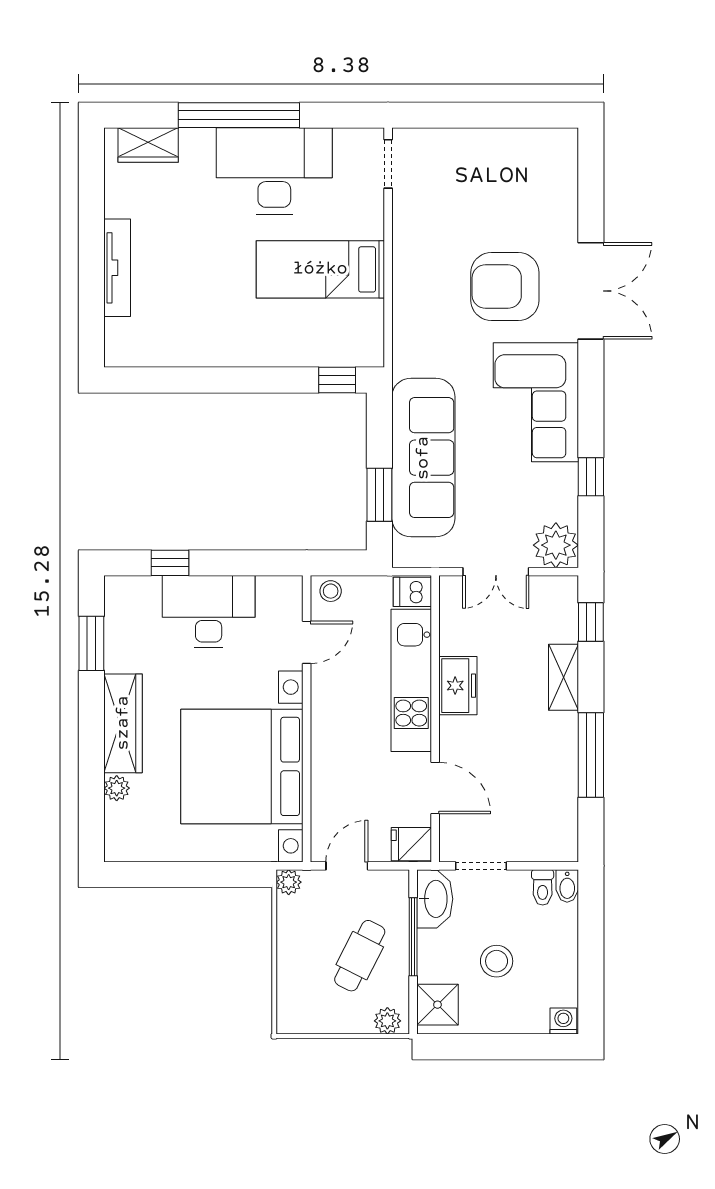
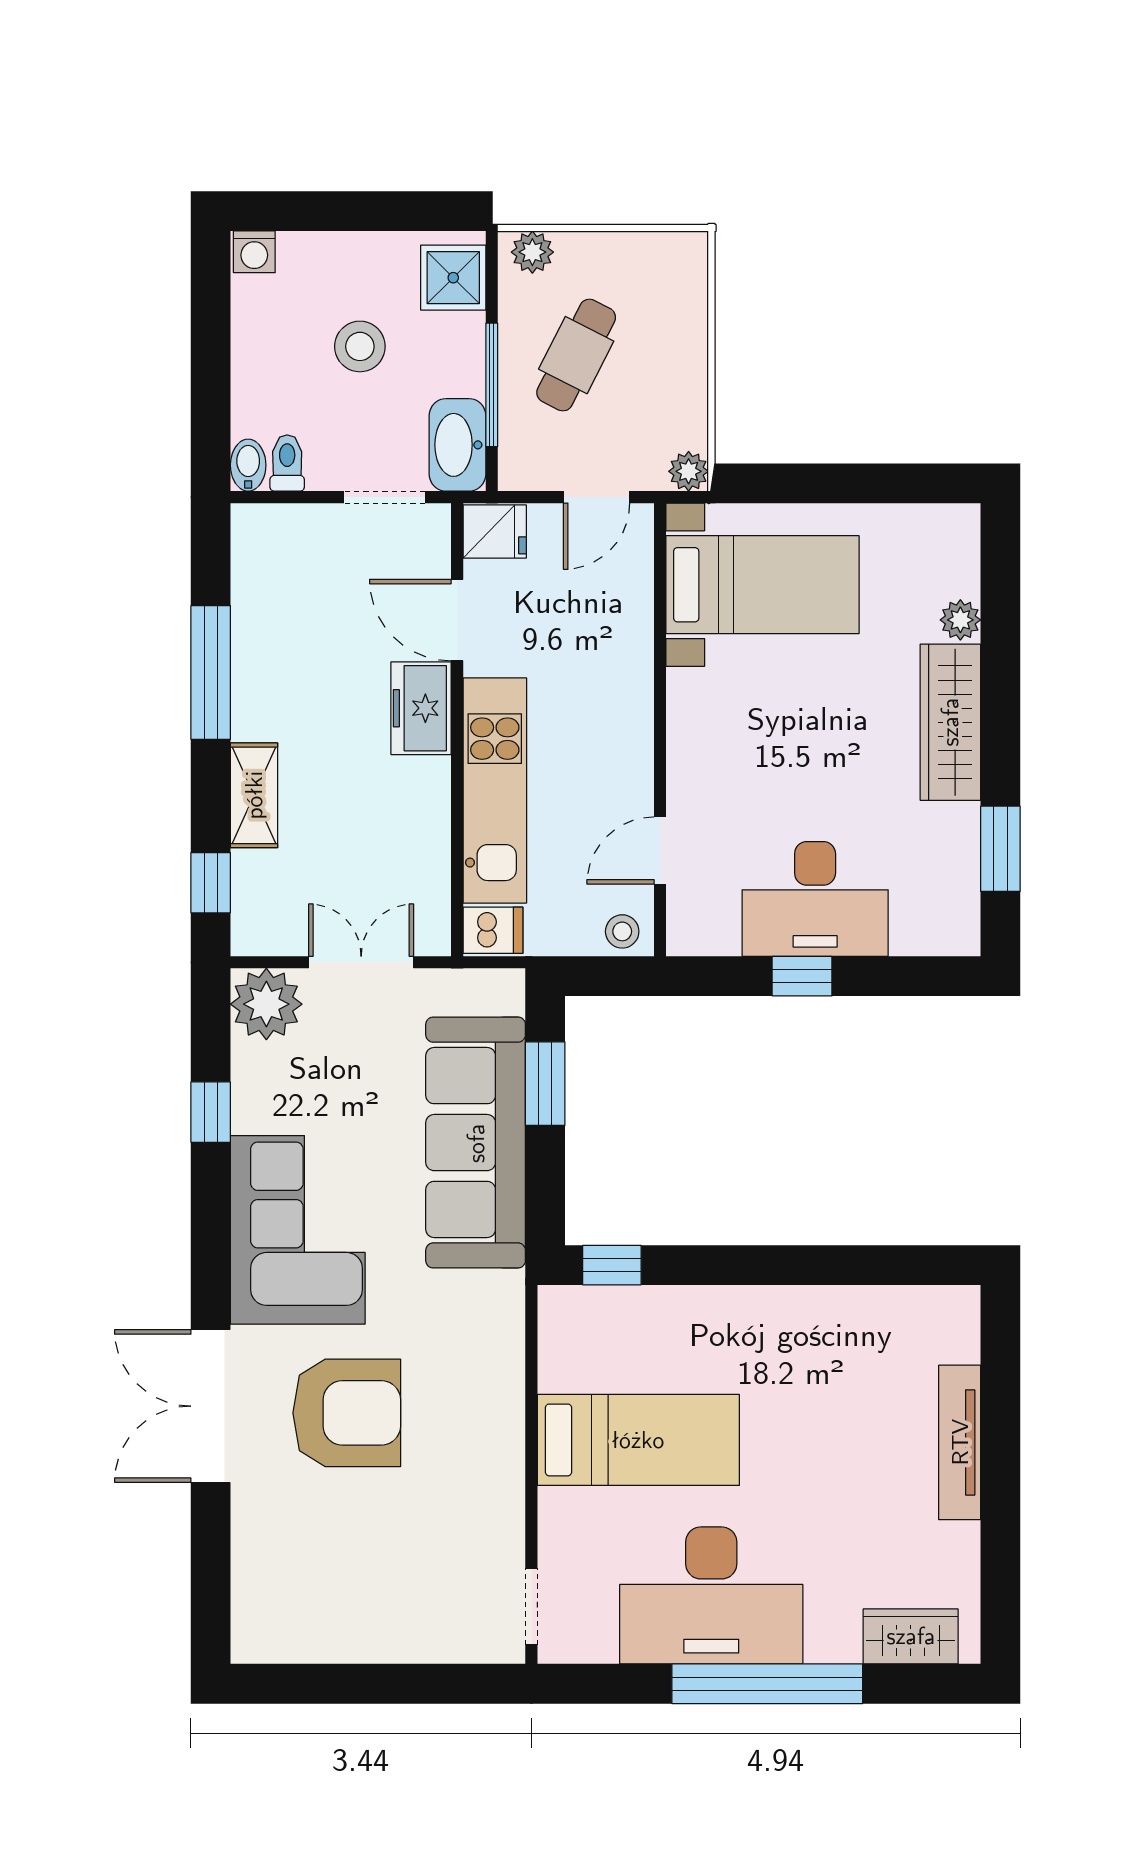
window: (170, 563) -> (802, 976), moved
freezer: (458, 686) -> (421, 708), moved
bed with nightstands: (242, 766) -> (763, 585), width x0.54

